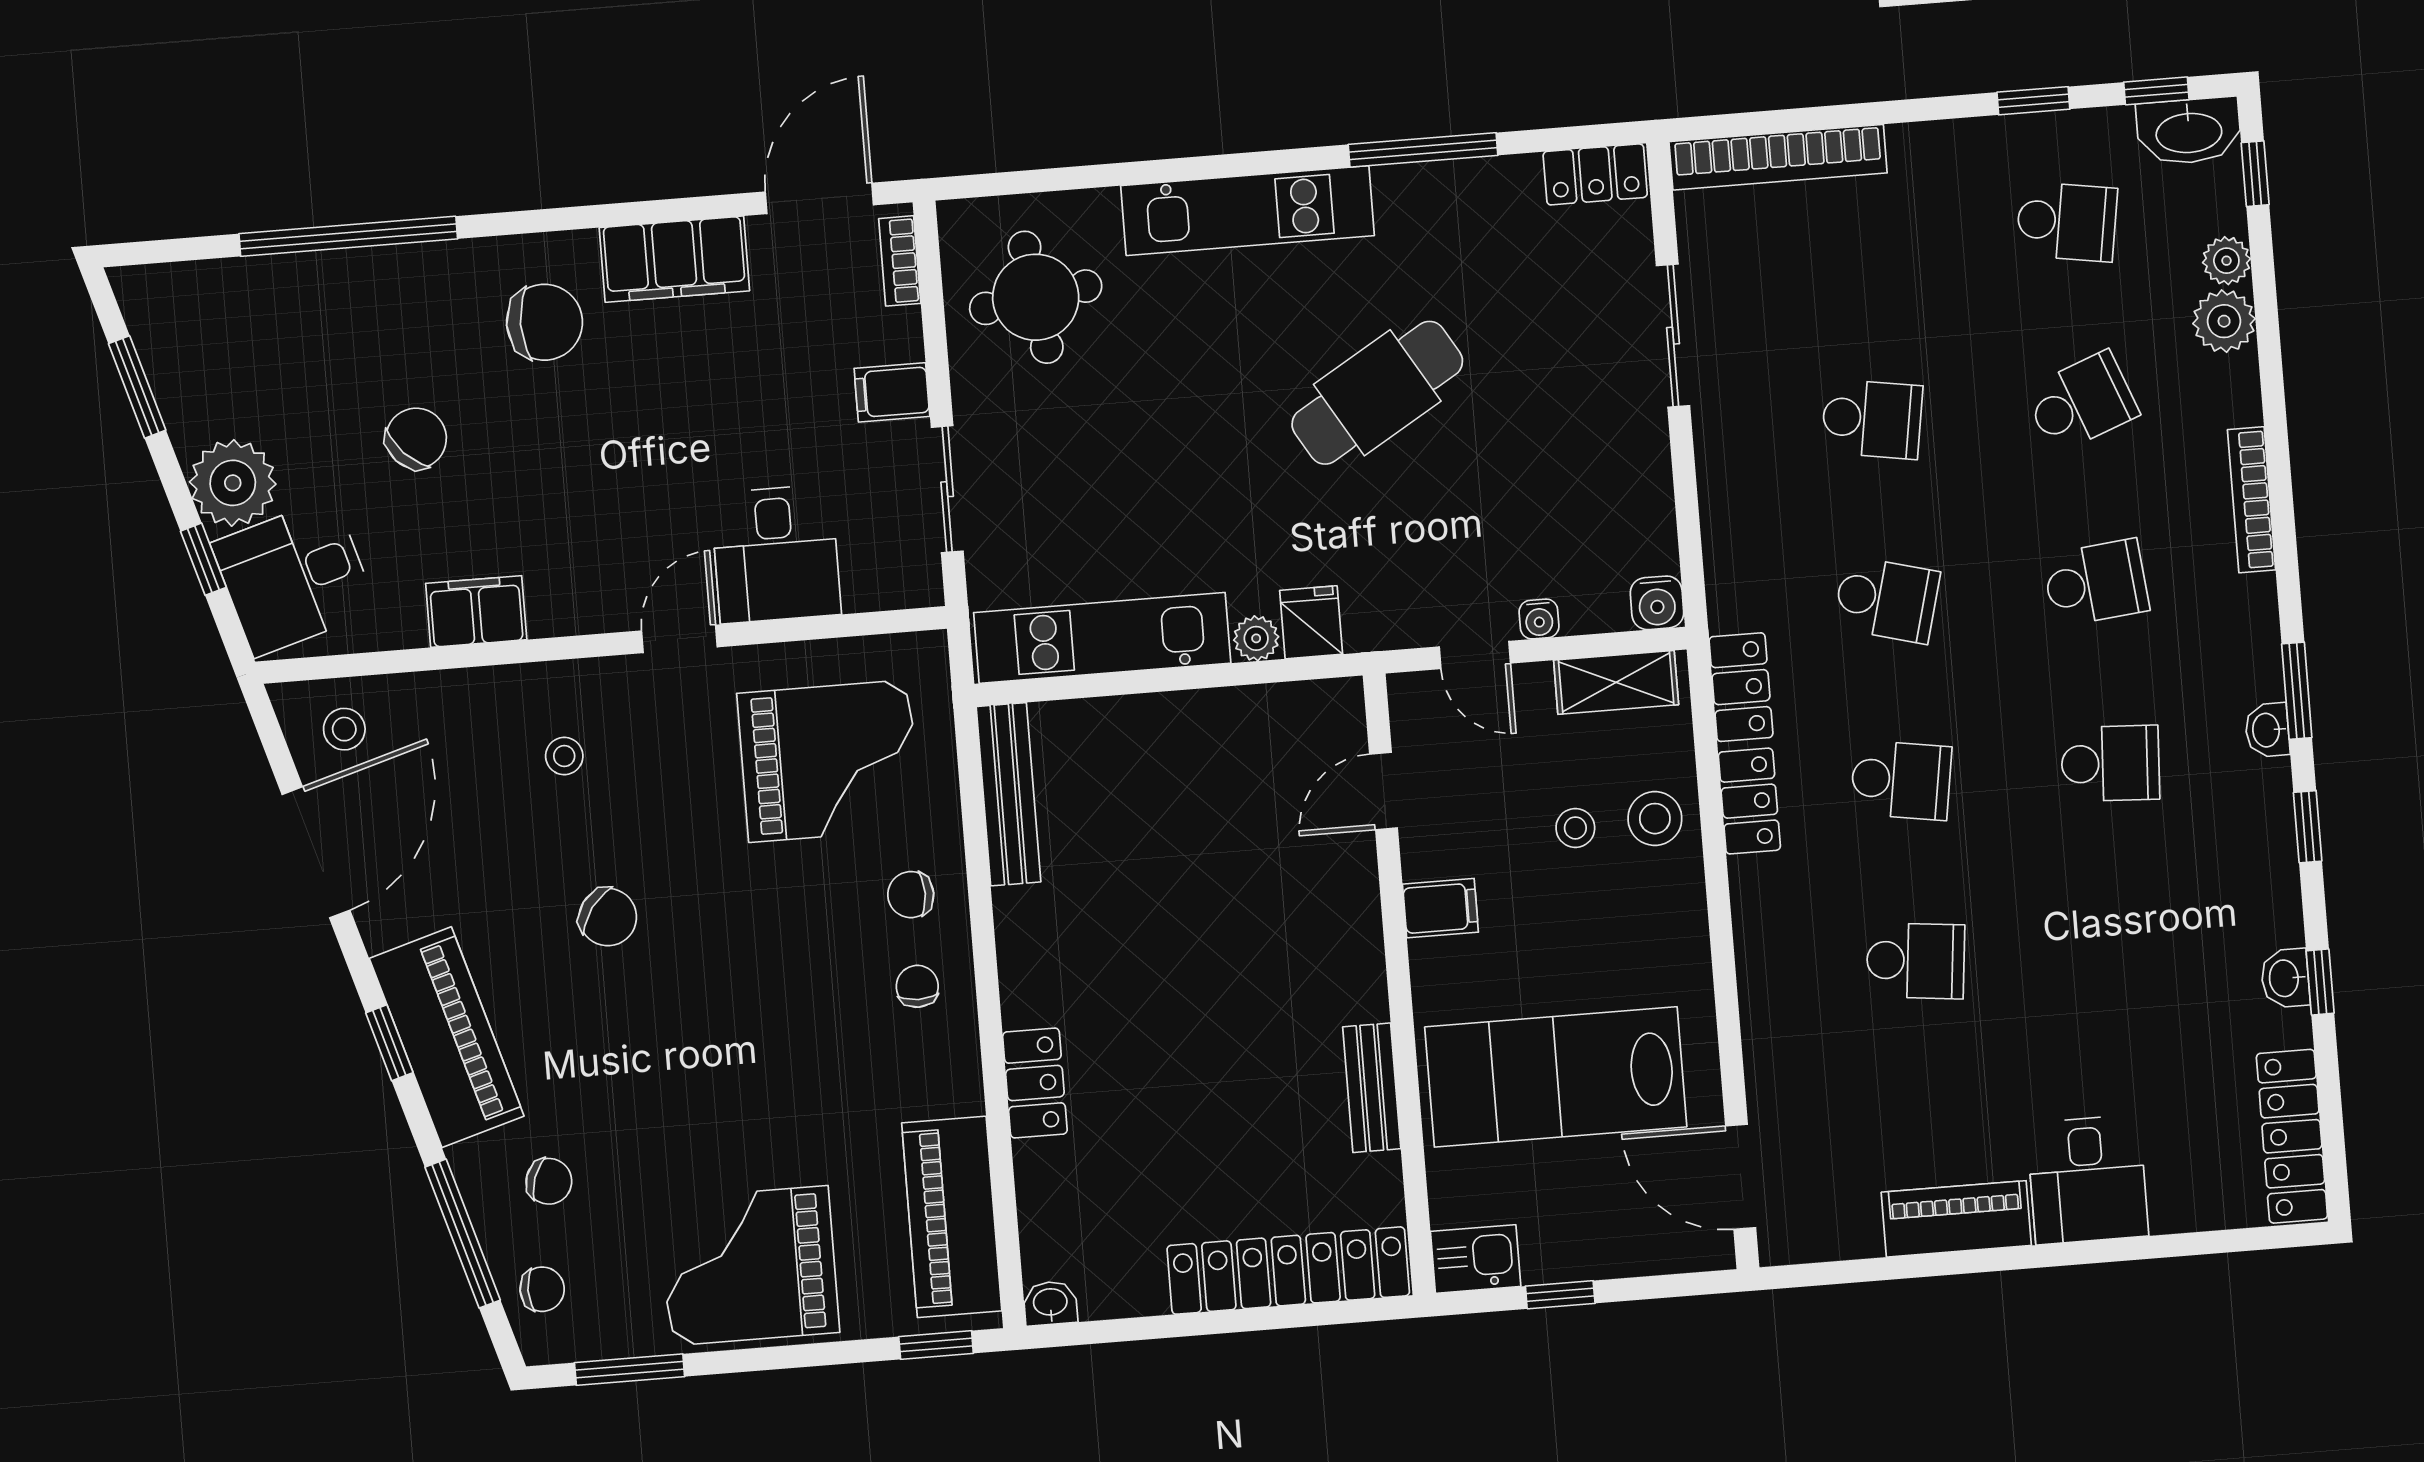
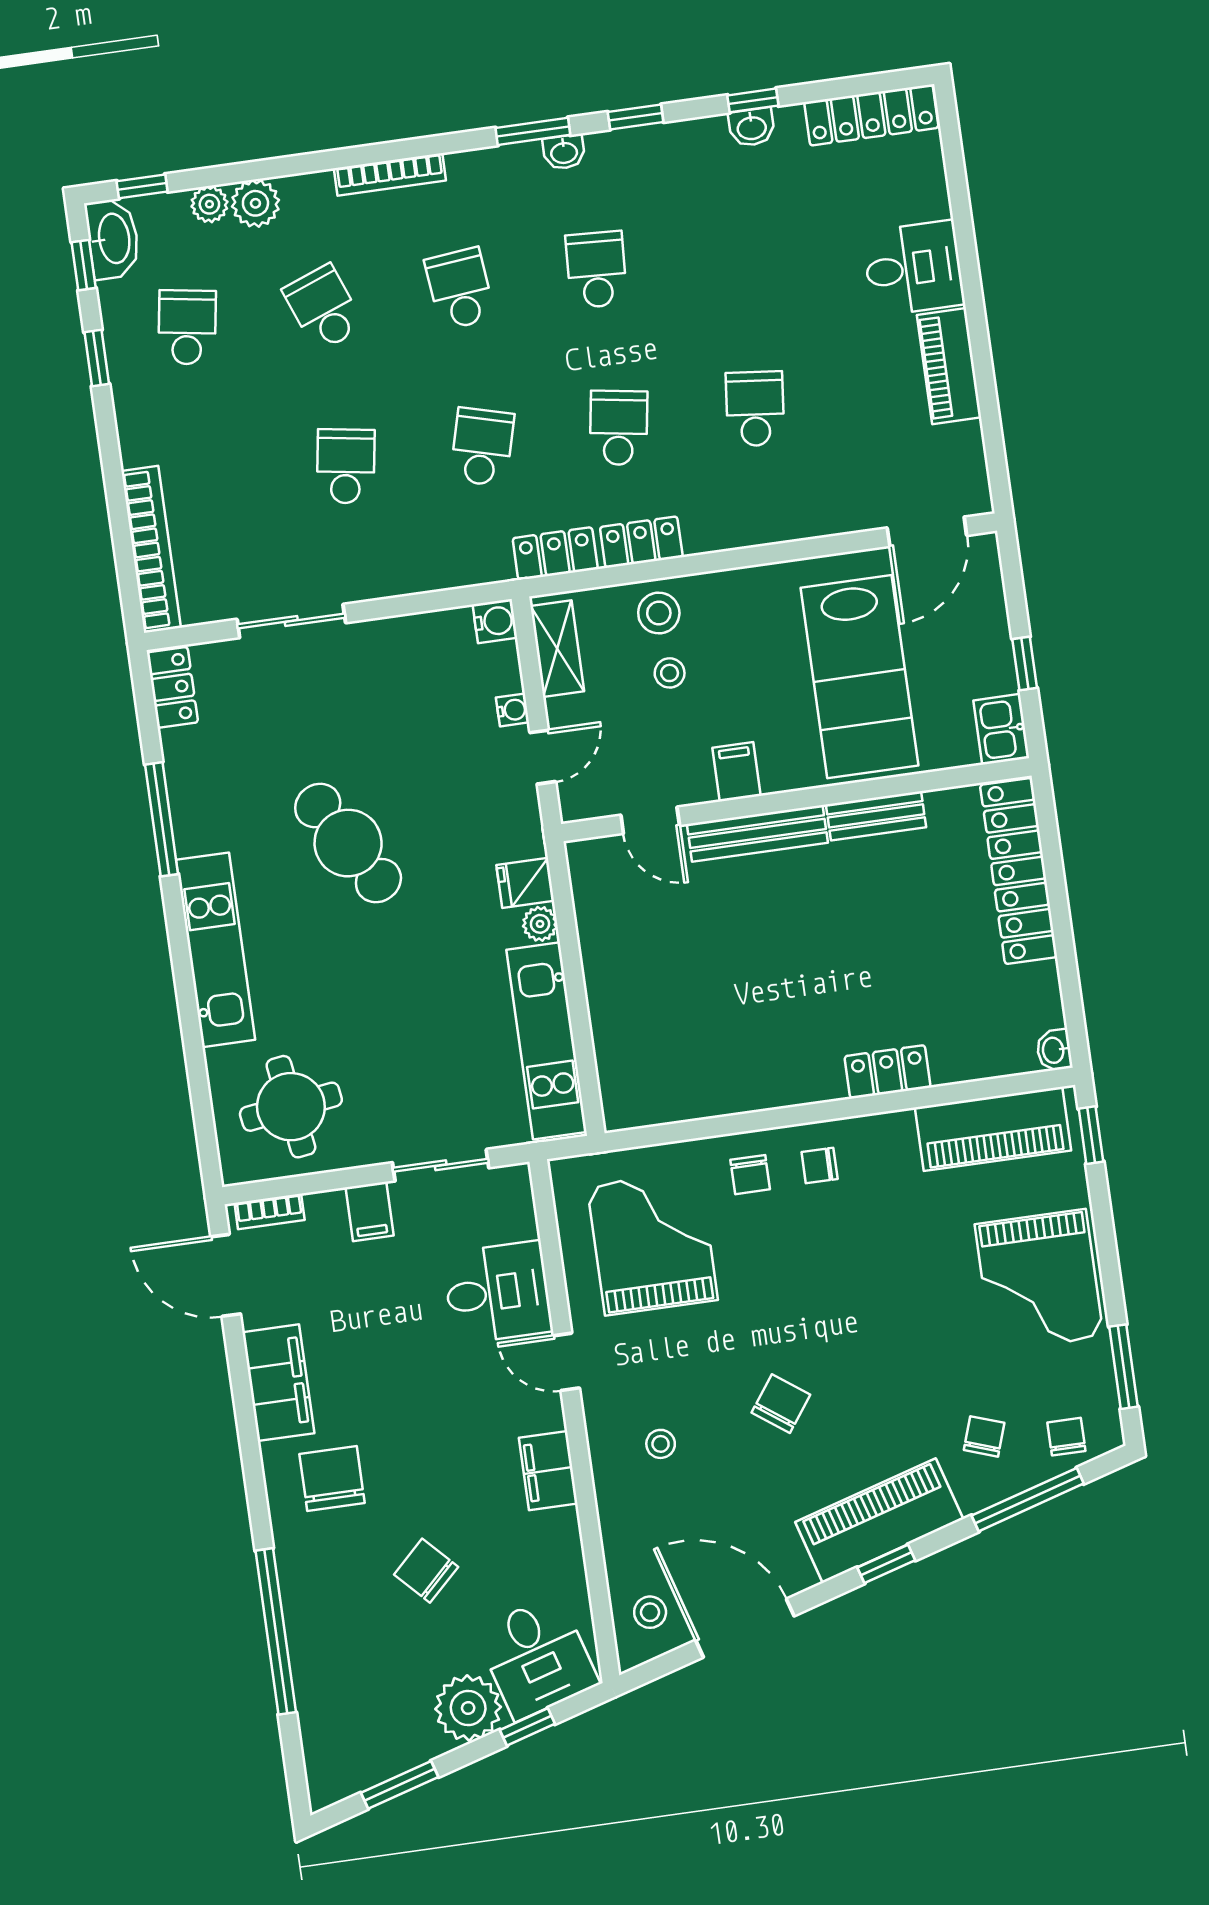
filing cabinet: (476, 612) -> (548, 1471), moved
bench: (1008, 794) -> (757, 833), moved

